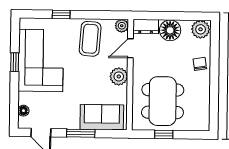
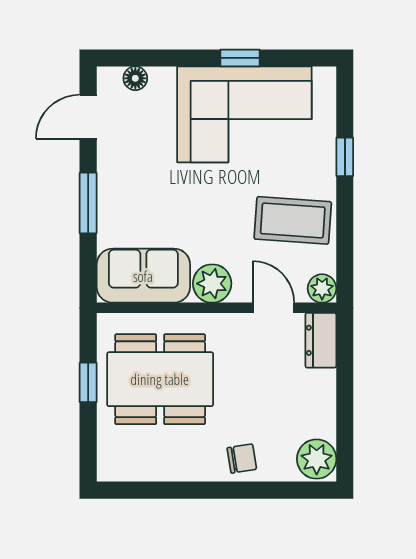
floor lamp: (170, 30) -> (314, 393), removed
sofa: (102, 117) -> (143, 276), moved, turned -90

